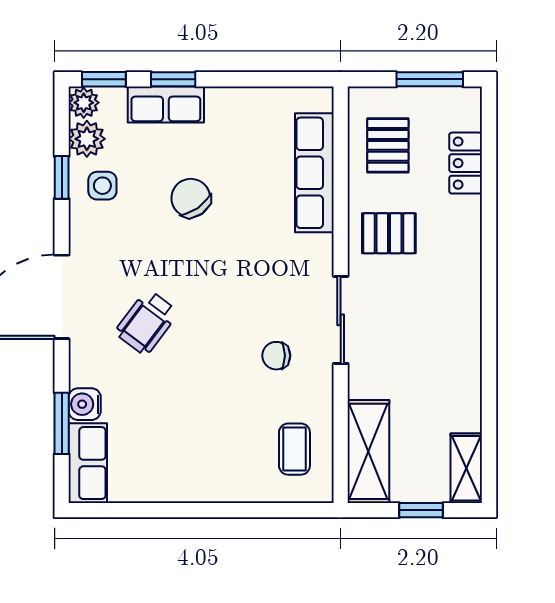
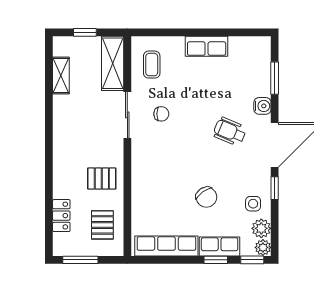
row of seats: (314, 173) -> (166, 246), moved, turned -90
window: (62, 177) -> (275, 188), moved
sliding door: (341, 320) -> (127, 115), moved
wheelchair: (147, 322) -> (230, 131), turned -104
water cooler: (85, 404) -> (262, 106), moved
row of seats: (88, 463) -> (207, 46), moved, turned -90
shelving: (466, 468) -> (61, 76), moved

